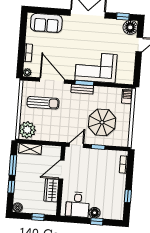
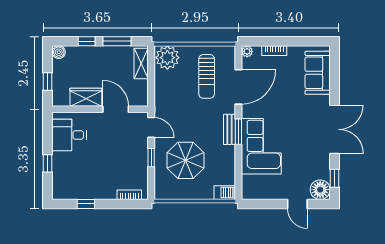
floor lamp: (95, 213) -> (59, 159), removed

